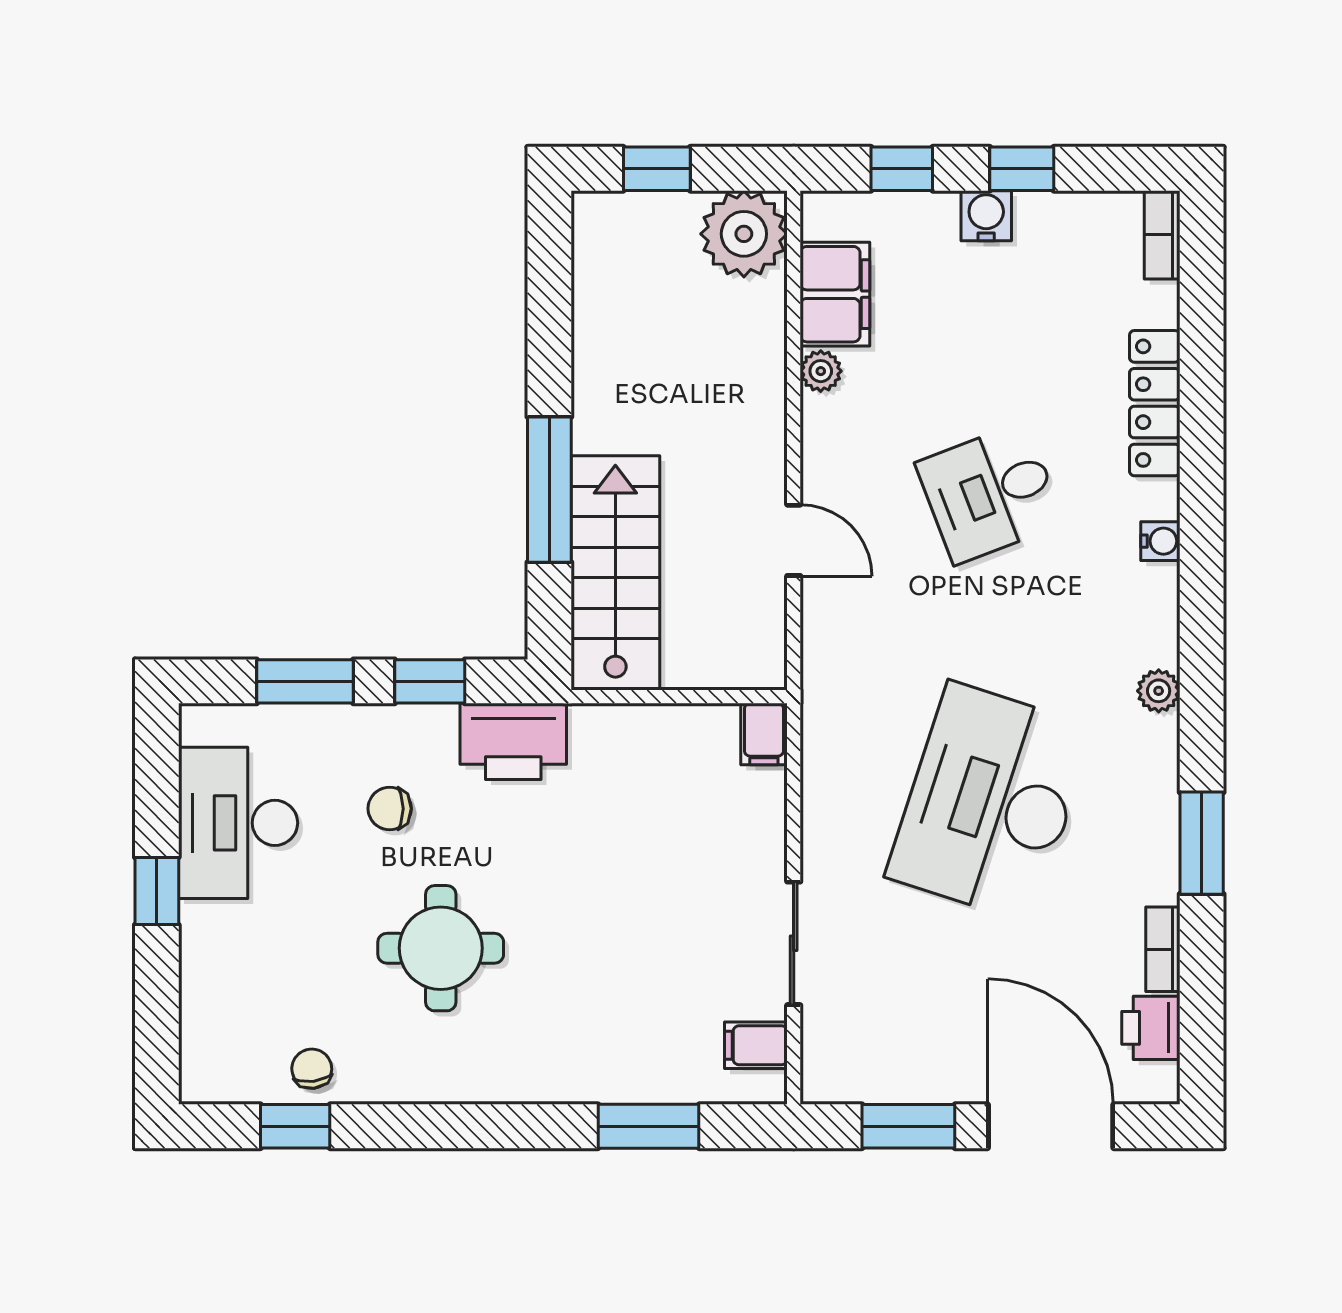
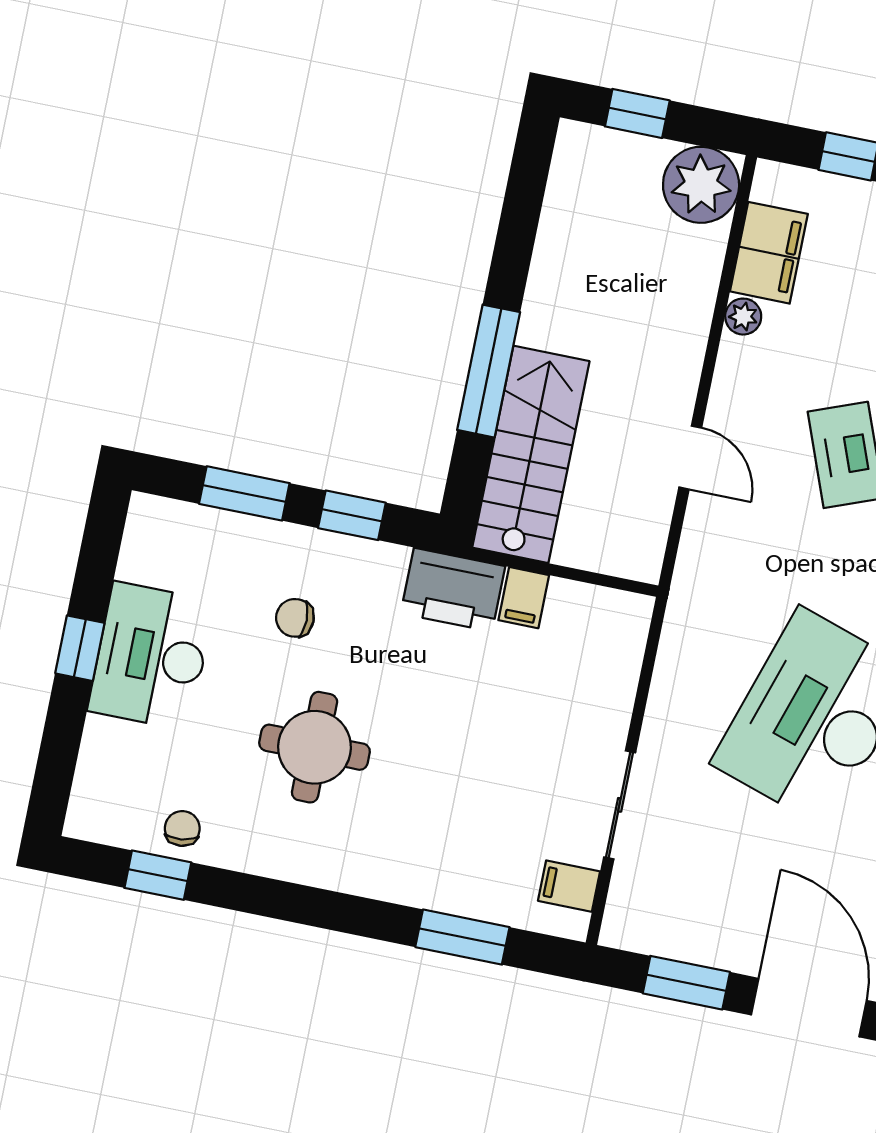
filing cabinet: (764, 734) -> (524, 598), moved
printer: (513, 741) -> (453, 590), moved
desk: (238, 823) -> (151, 656), moved

